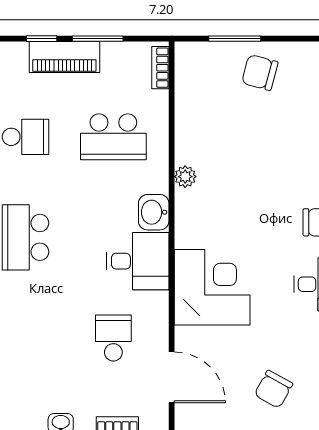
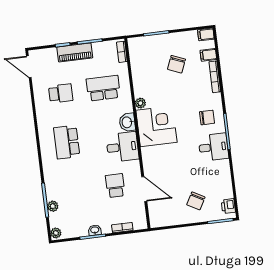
chair: (260, 72) -> (176, 64), moved, turned -83
school desk: (113, 137) -> (103, 88), turned 180
corner desk: (212, 287) -> (156, 126), moved
door: (172, 377) -> (144, 189), moved

